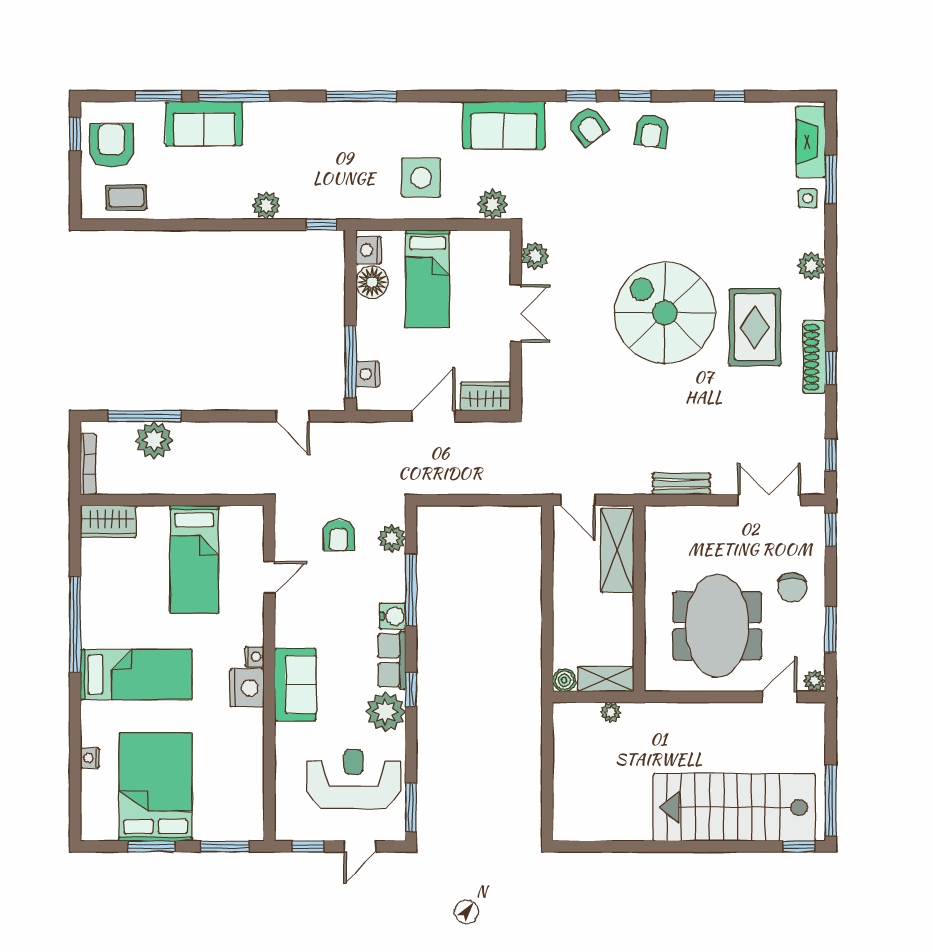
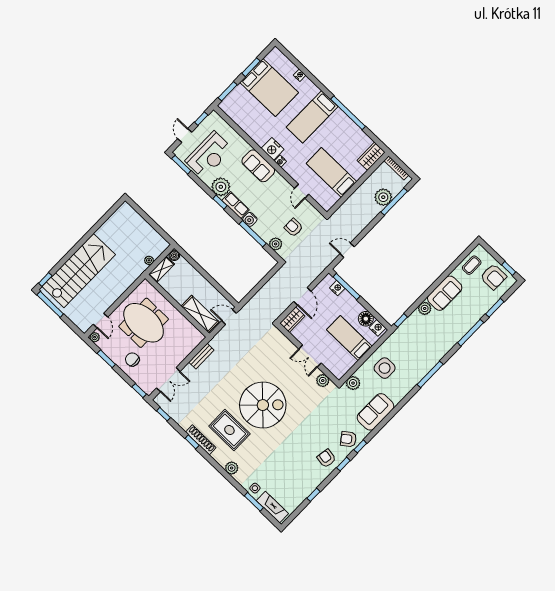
sofa: (204, 124) -> (445, 293), moved, turned 180

